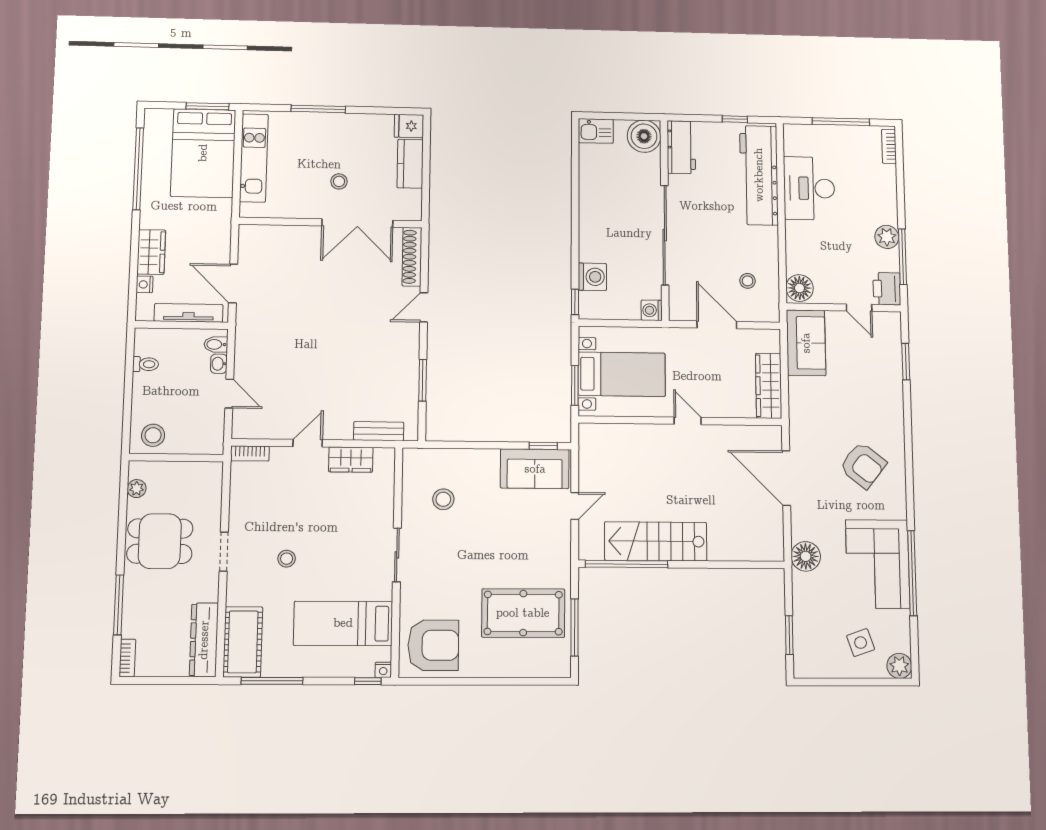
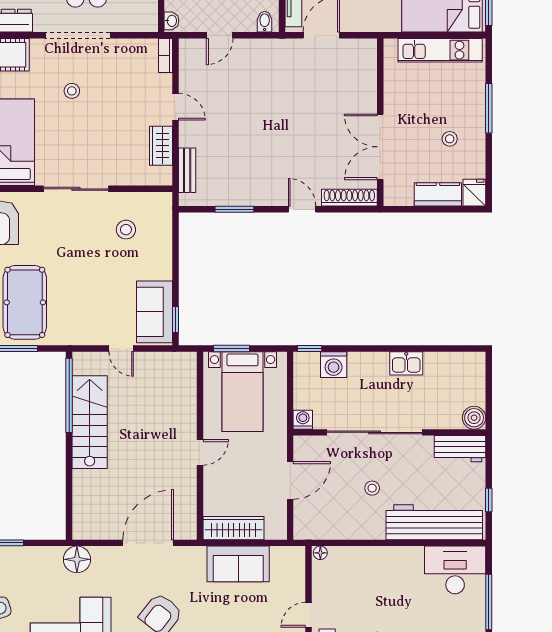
kitchen sink: (596, 131) -> (406, 363), moved, turned -90
boiler: (644, 136) -> (474, 418), width x0.73, depth x0.73
stool: (339, 181) -> (450, 139), moved
desk: (809, 188) -> (455, 570), moved
stool: (748, 281) -> (372, 488), moved
floor lamp: (800, 288) -> (320, 553), width x0.53, depth x0.53
sofa: (806, 343) -> (238, 564), moved
washbasin: (219, 364) -> (171, 21), moved, turned 90
doorway: (224, 552) -> (78, 35), width x1.87
sliding door: (397, 555) -> (76, 189), width x1.37

